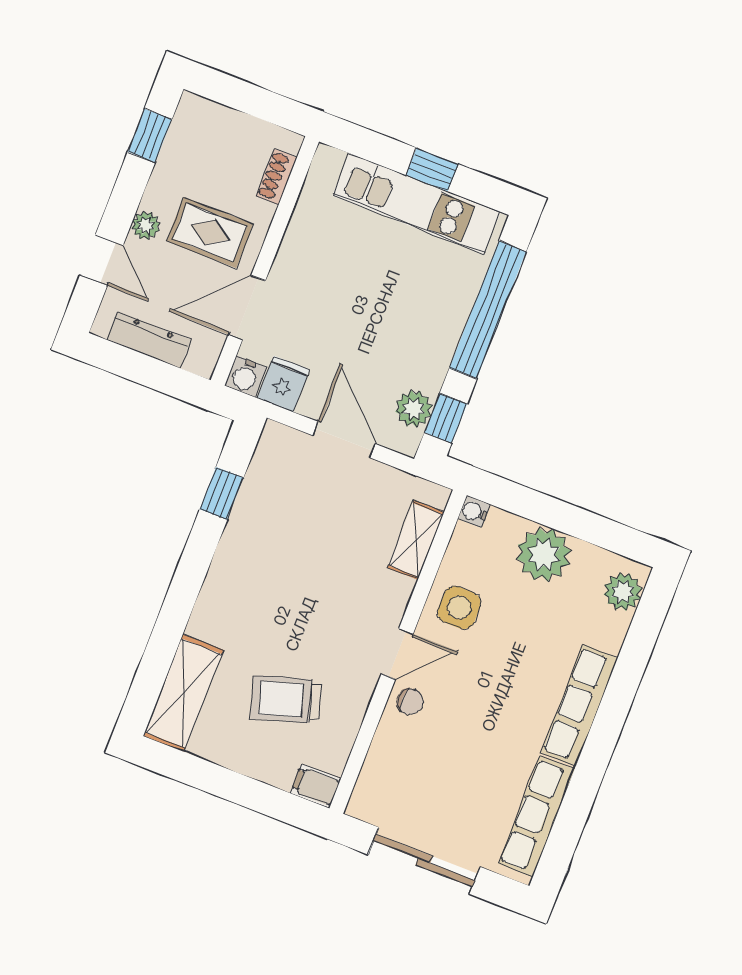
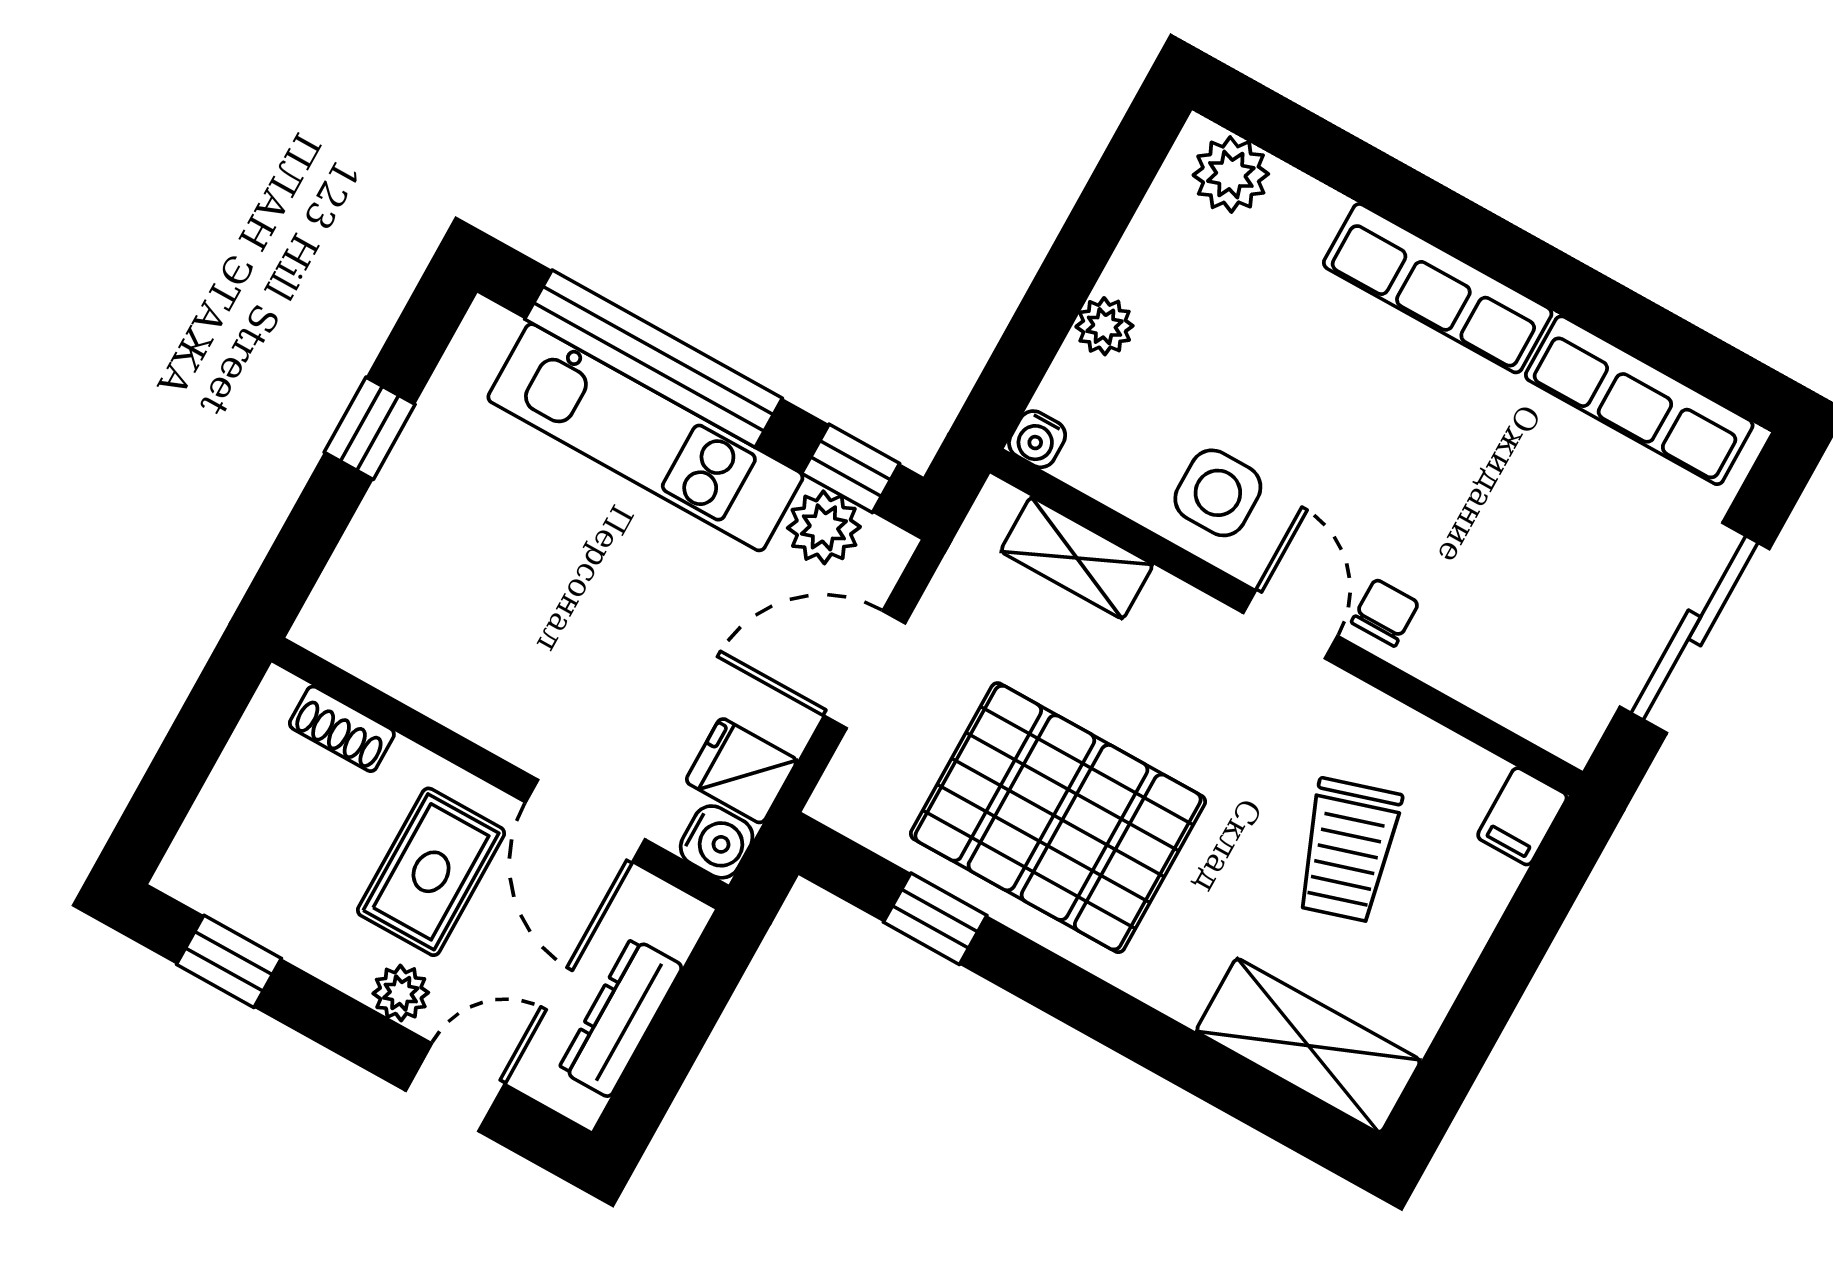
kitchen unit: (416, 204) -> (645, 437), moved, turned 90
pallet: (282, 549) -> (1058, 818), added
plant: (544, 554) -> (1104, 326), width x0.53, depth x0.53

